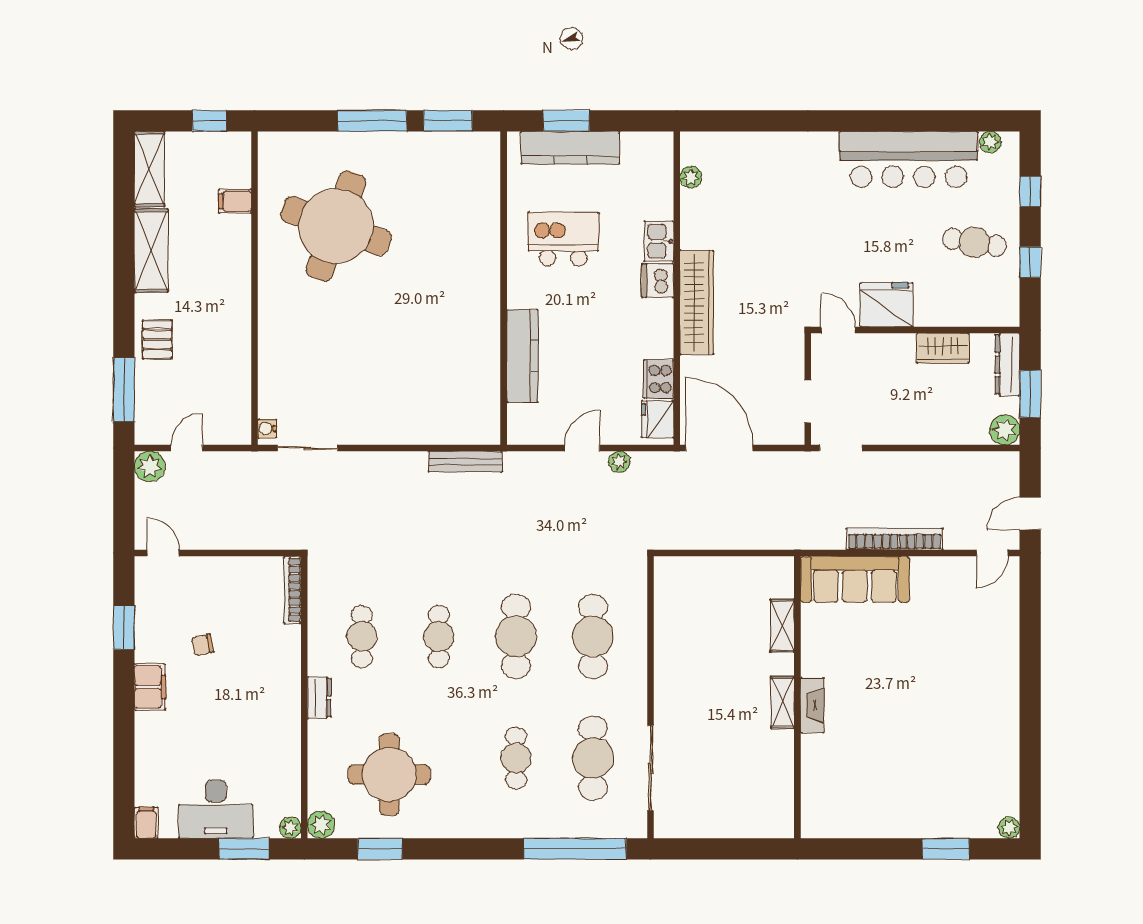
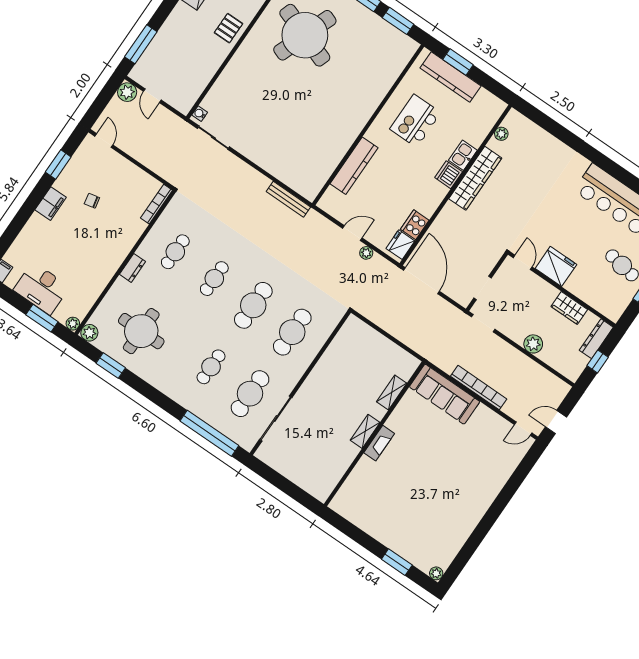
kitchen island: (563, 239) -> (415, 121), turned -90
wardrobe: (697, 302) -> (475, 178), moved
pallet: (157, 339) -> (228, 28), moved
window: (1030, 394) -> (598, 361), width x0.67
plant: (1005, 430) -> (533, 344), moved
door: (187, 448) -> (152, 96), swing flipped

